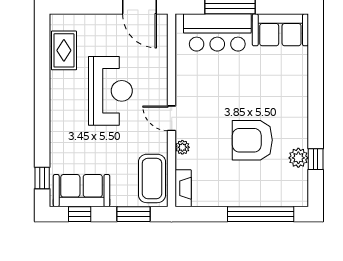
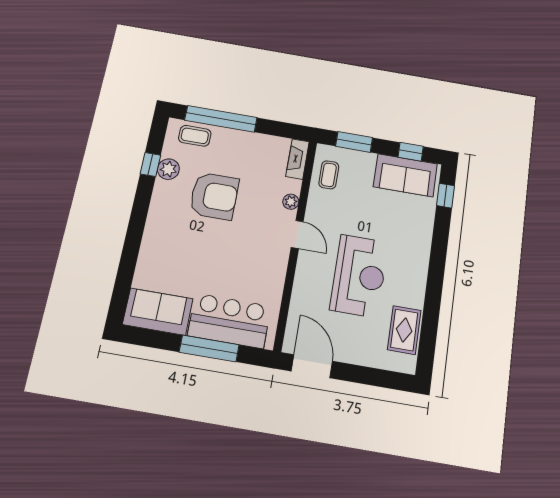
reception desk: (110, 91) -> (359, 276), turned 180
coffee table: (152, 178) -> (329, 175), width x0.54, depth x0.58
coffee table: (281, 193) -> (195, 136), added

